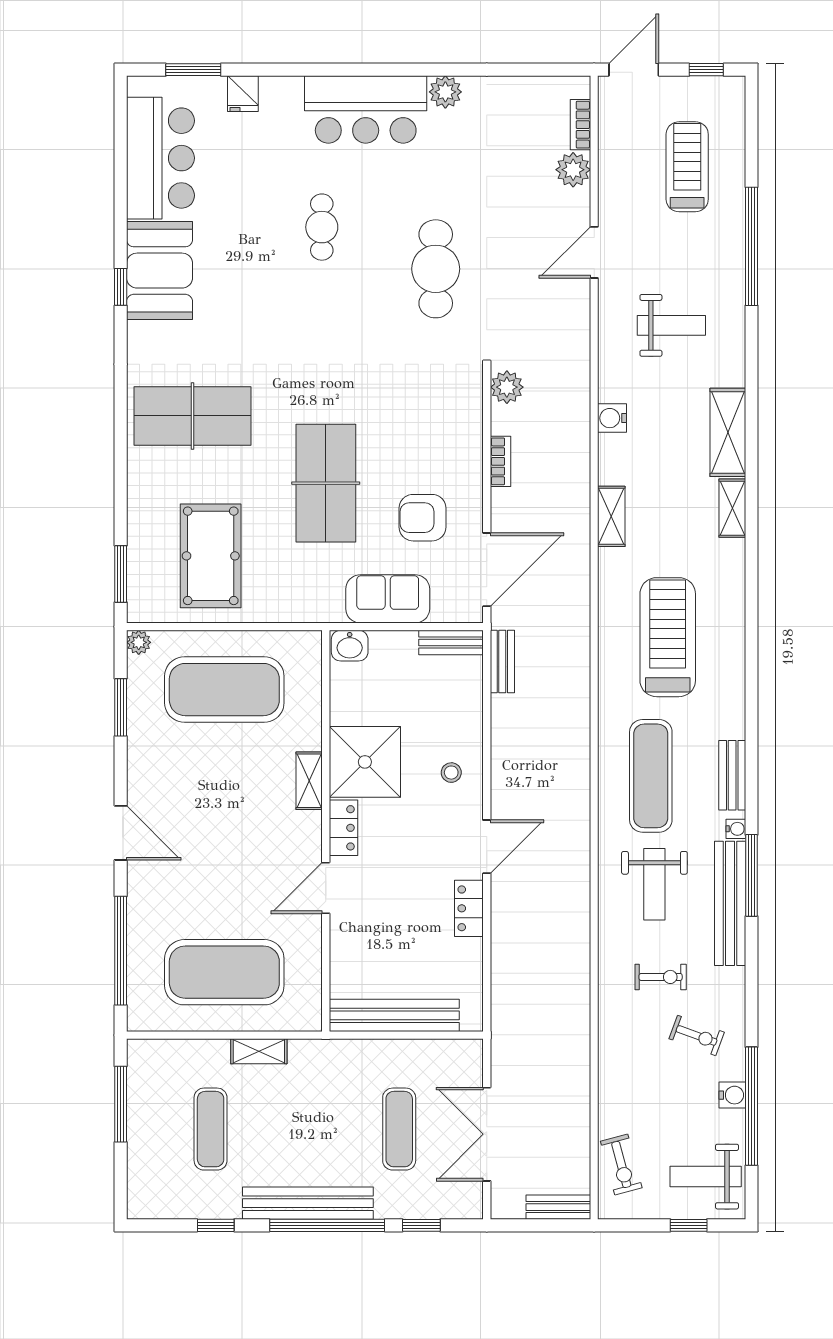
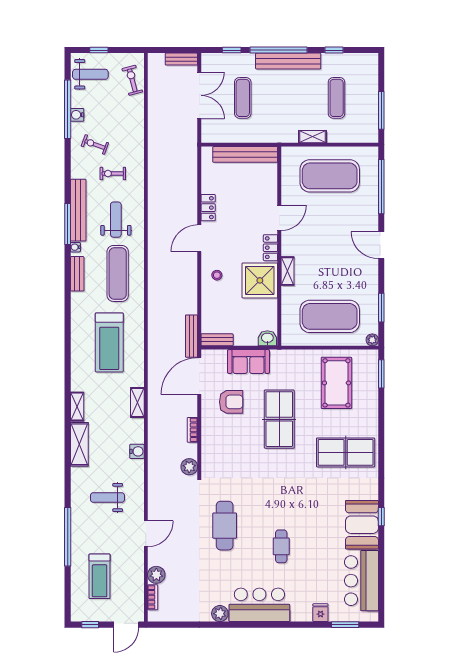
bench: (502, 661) -> (191, 336), width x1.36
bench: (558, 1207) -> (181, 59), moved

